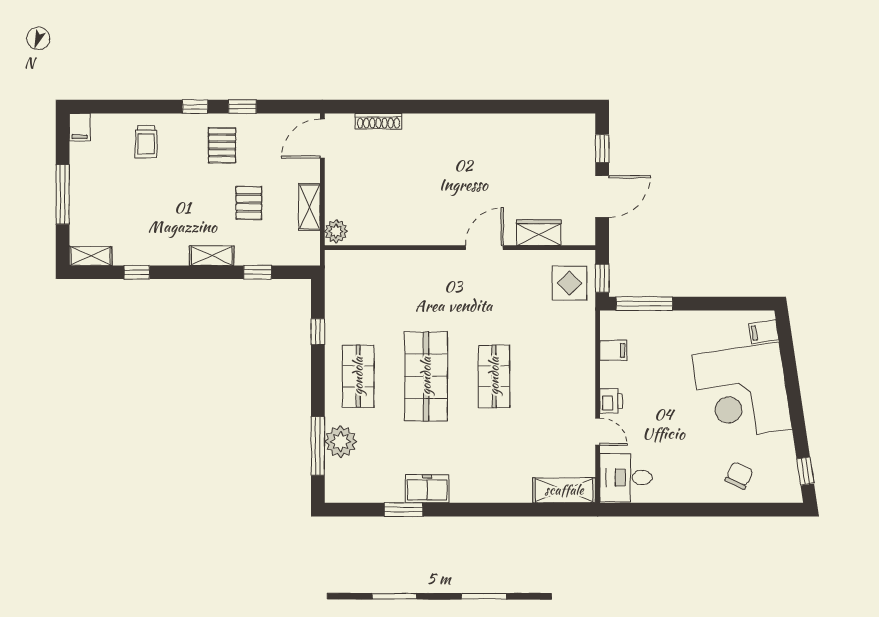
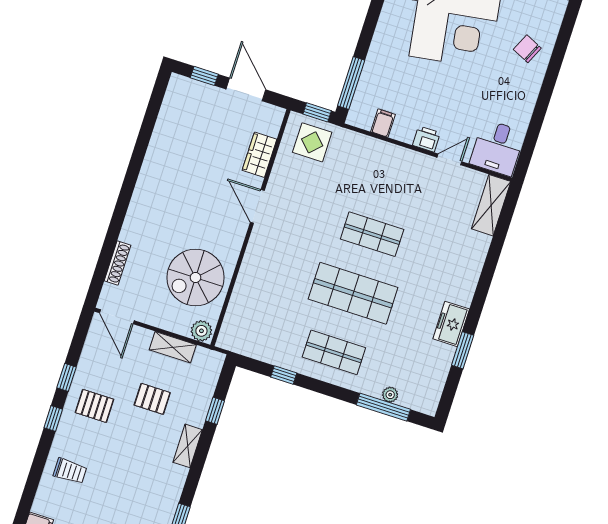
spiral stairs: (390, 207) -> (195, 278), added
plant: (341, 442) -> (390, 395), width x0.53, depth x0.53

